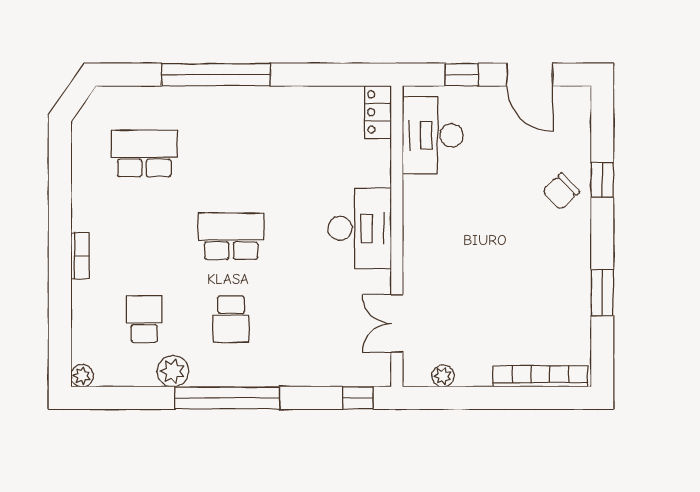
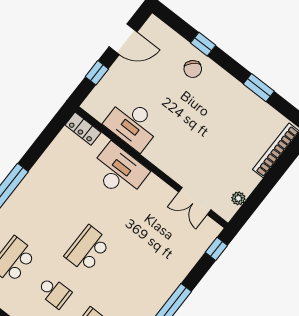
desk: (433, 135) -> (133, 124), moved
desk: (360, 228) -> (119, 171), moved
school desk: (231, 319) -> (54, 292), moved

